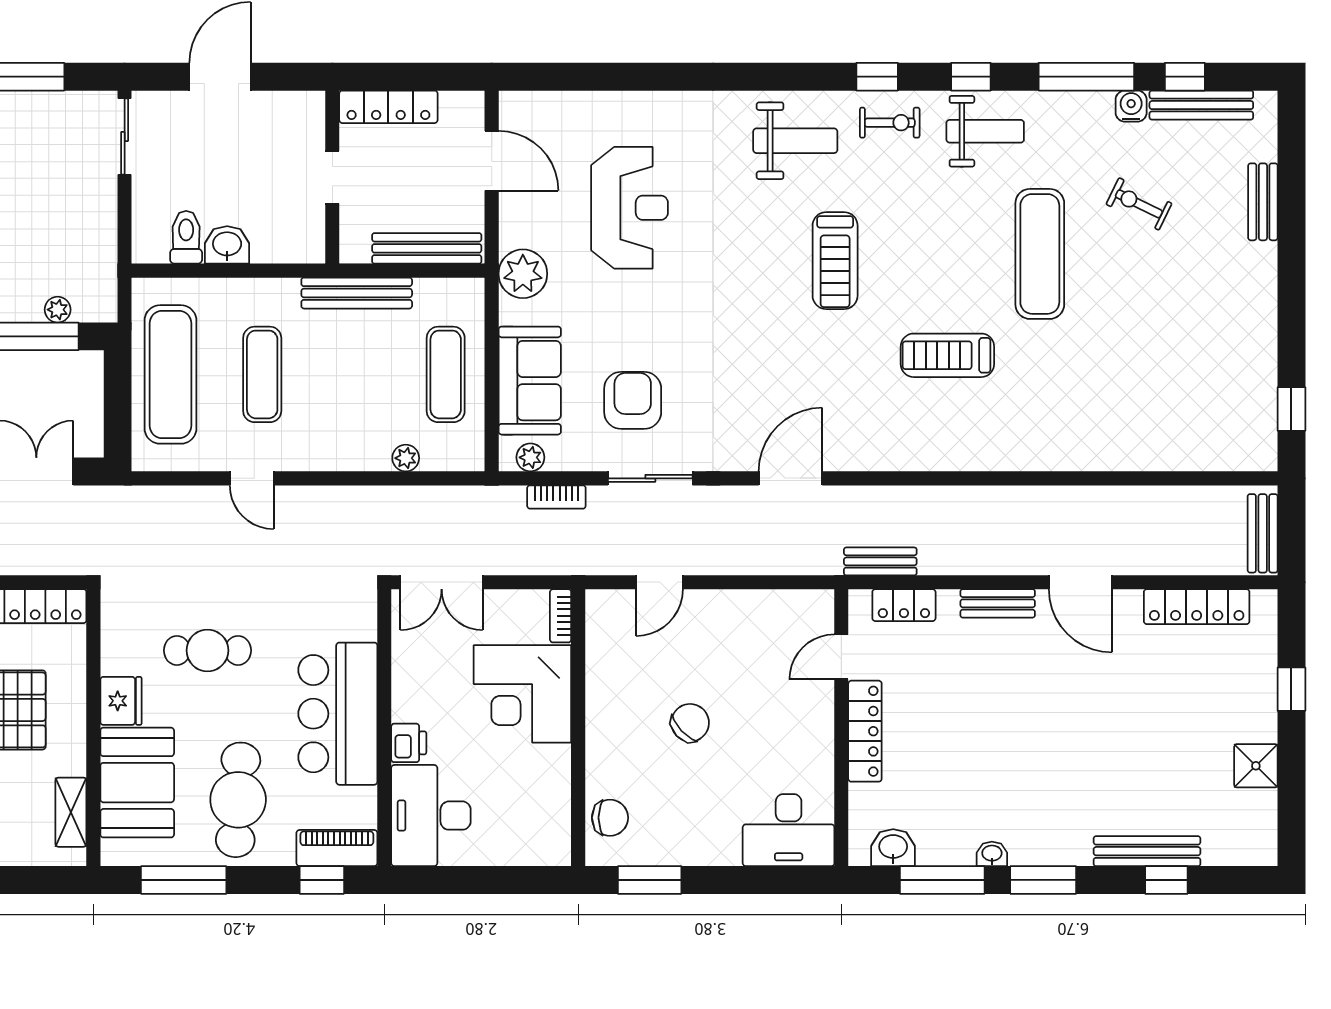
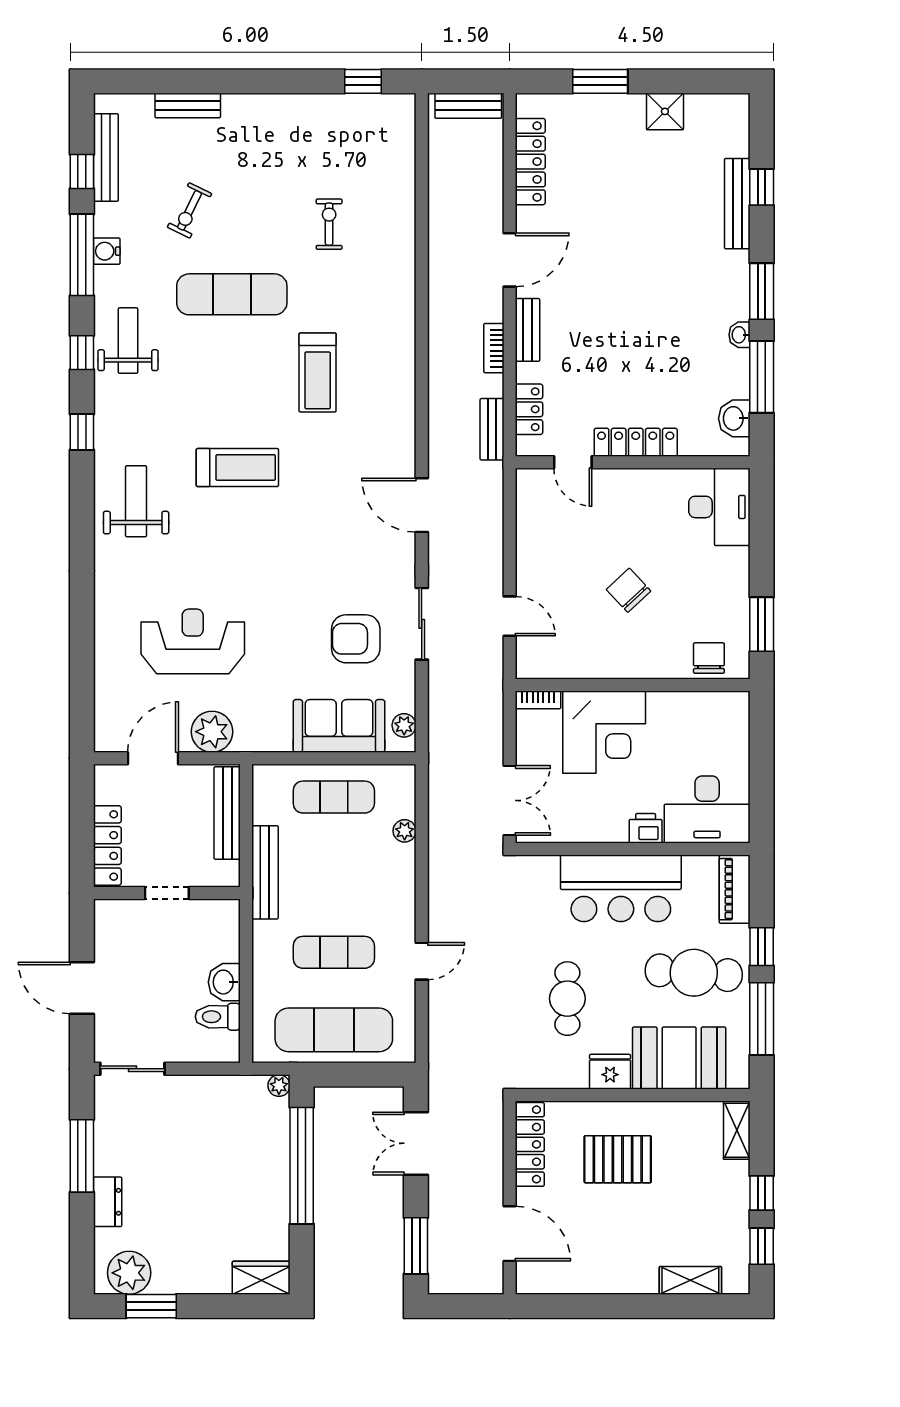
water cooler: (1131, 106) -> (107, 251), moved
exercise bike: (890, 123) -> (329, 224), moved
plant: (523, 274) -> (212, 732), moved
plant: (58, 310) -> (279, 1086), moved
bookcase: (556, 497) -> (494, 348), moved, turned 180
window: (1291, 689) -> (600, 81), width x1.50
shelving: (71, 812) -> (737, 1130), moved, turned 90
window: (322, 880) -> (762, 947), moved

